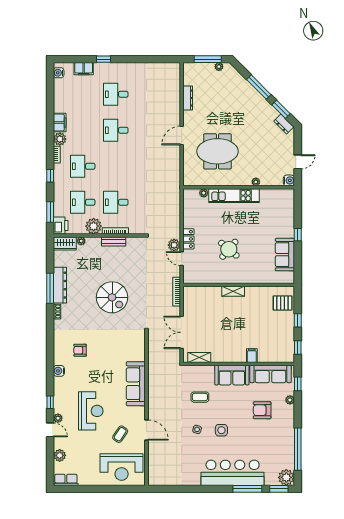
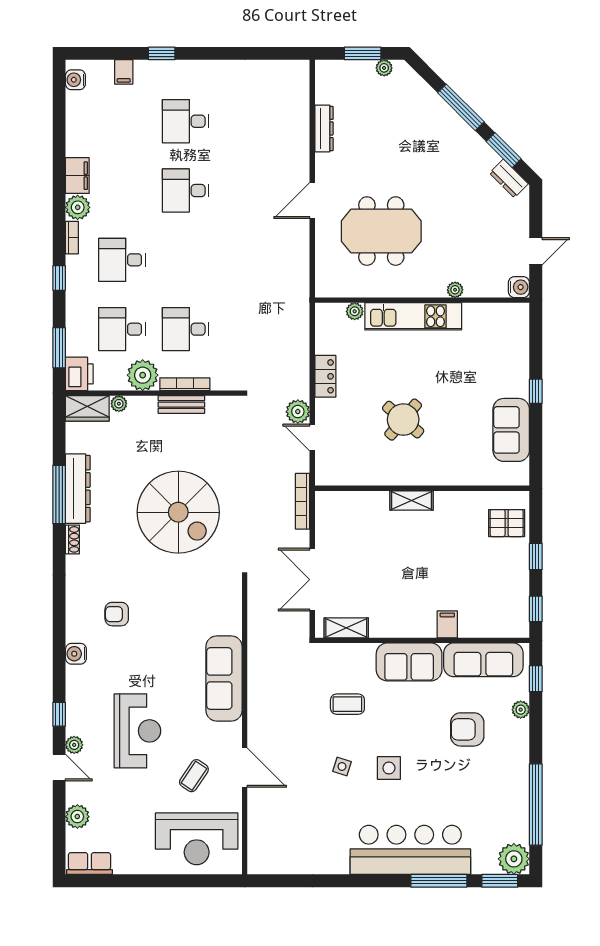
window: (208, 59) -> (363, 53), width x0.69
filing cabinet: (84, 69) -> (124, 72), width x0.50
locker: (188, 239) -> (325, 376), moved
spiral stairs: (112, 297) -> (178, 512), width x1.37, depth x1.37

